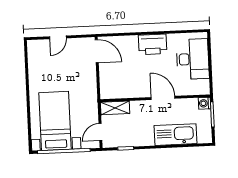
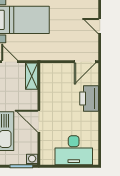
printer: (153, 44) -> (89, 99), moved
door: (163, 98) -> (39, 121), swing flipped

